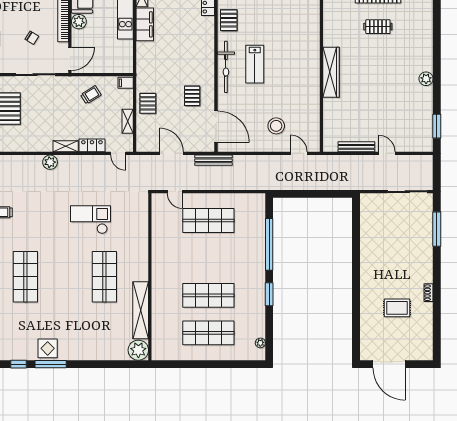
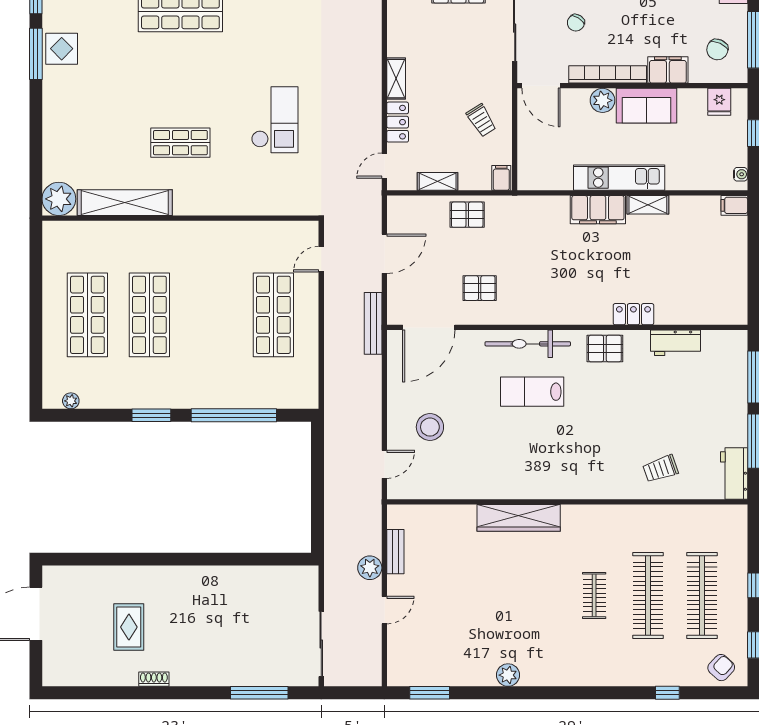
bench: (356, 147) -> (395, 552), width x0.73
plant: (50, 162) -> (370, 568), moved
shop shelf: (104, 277) -> (180, 143), width x0.70, depth x0.74

